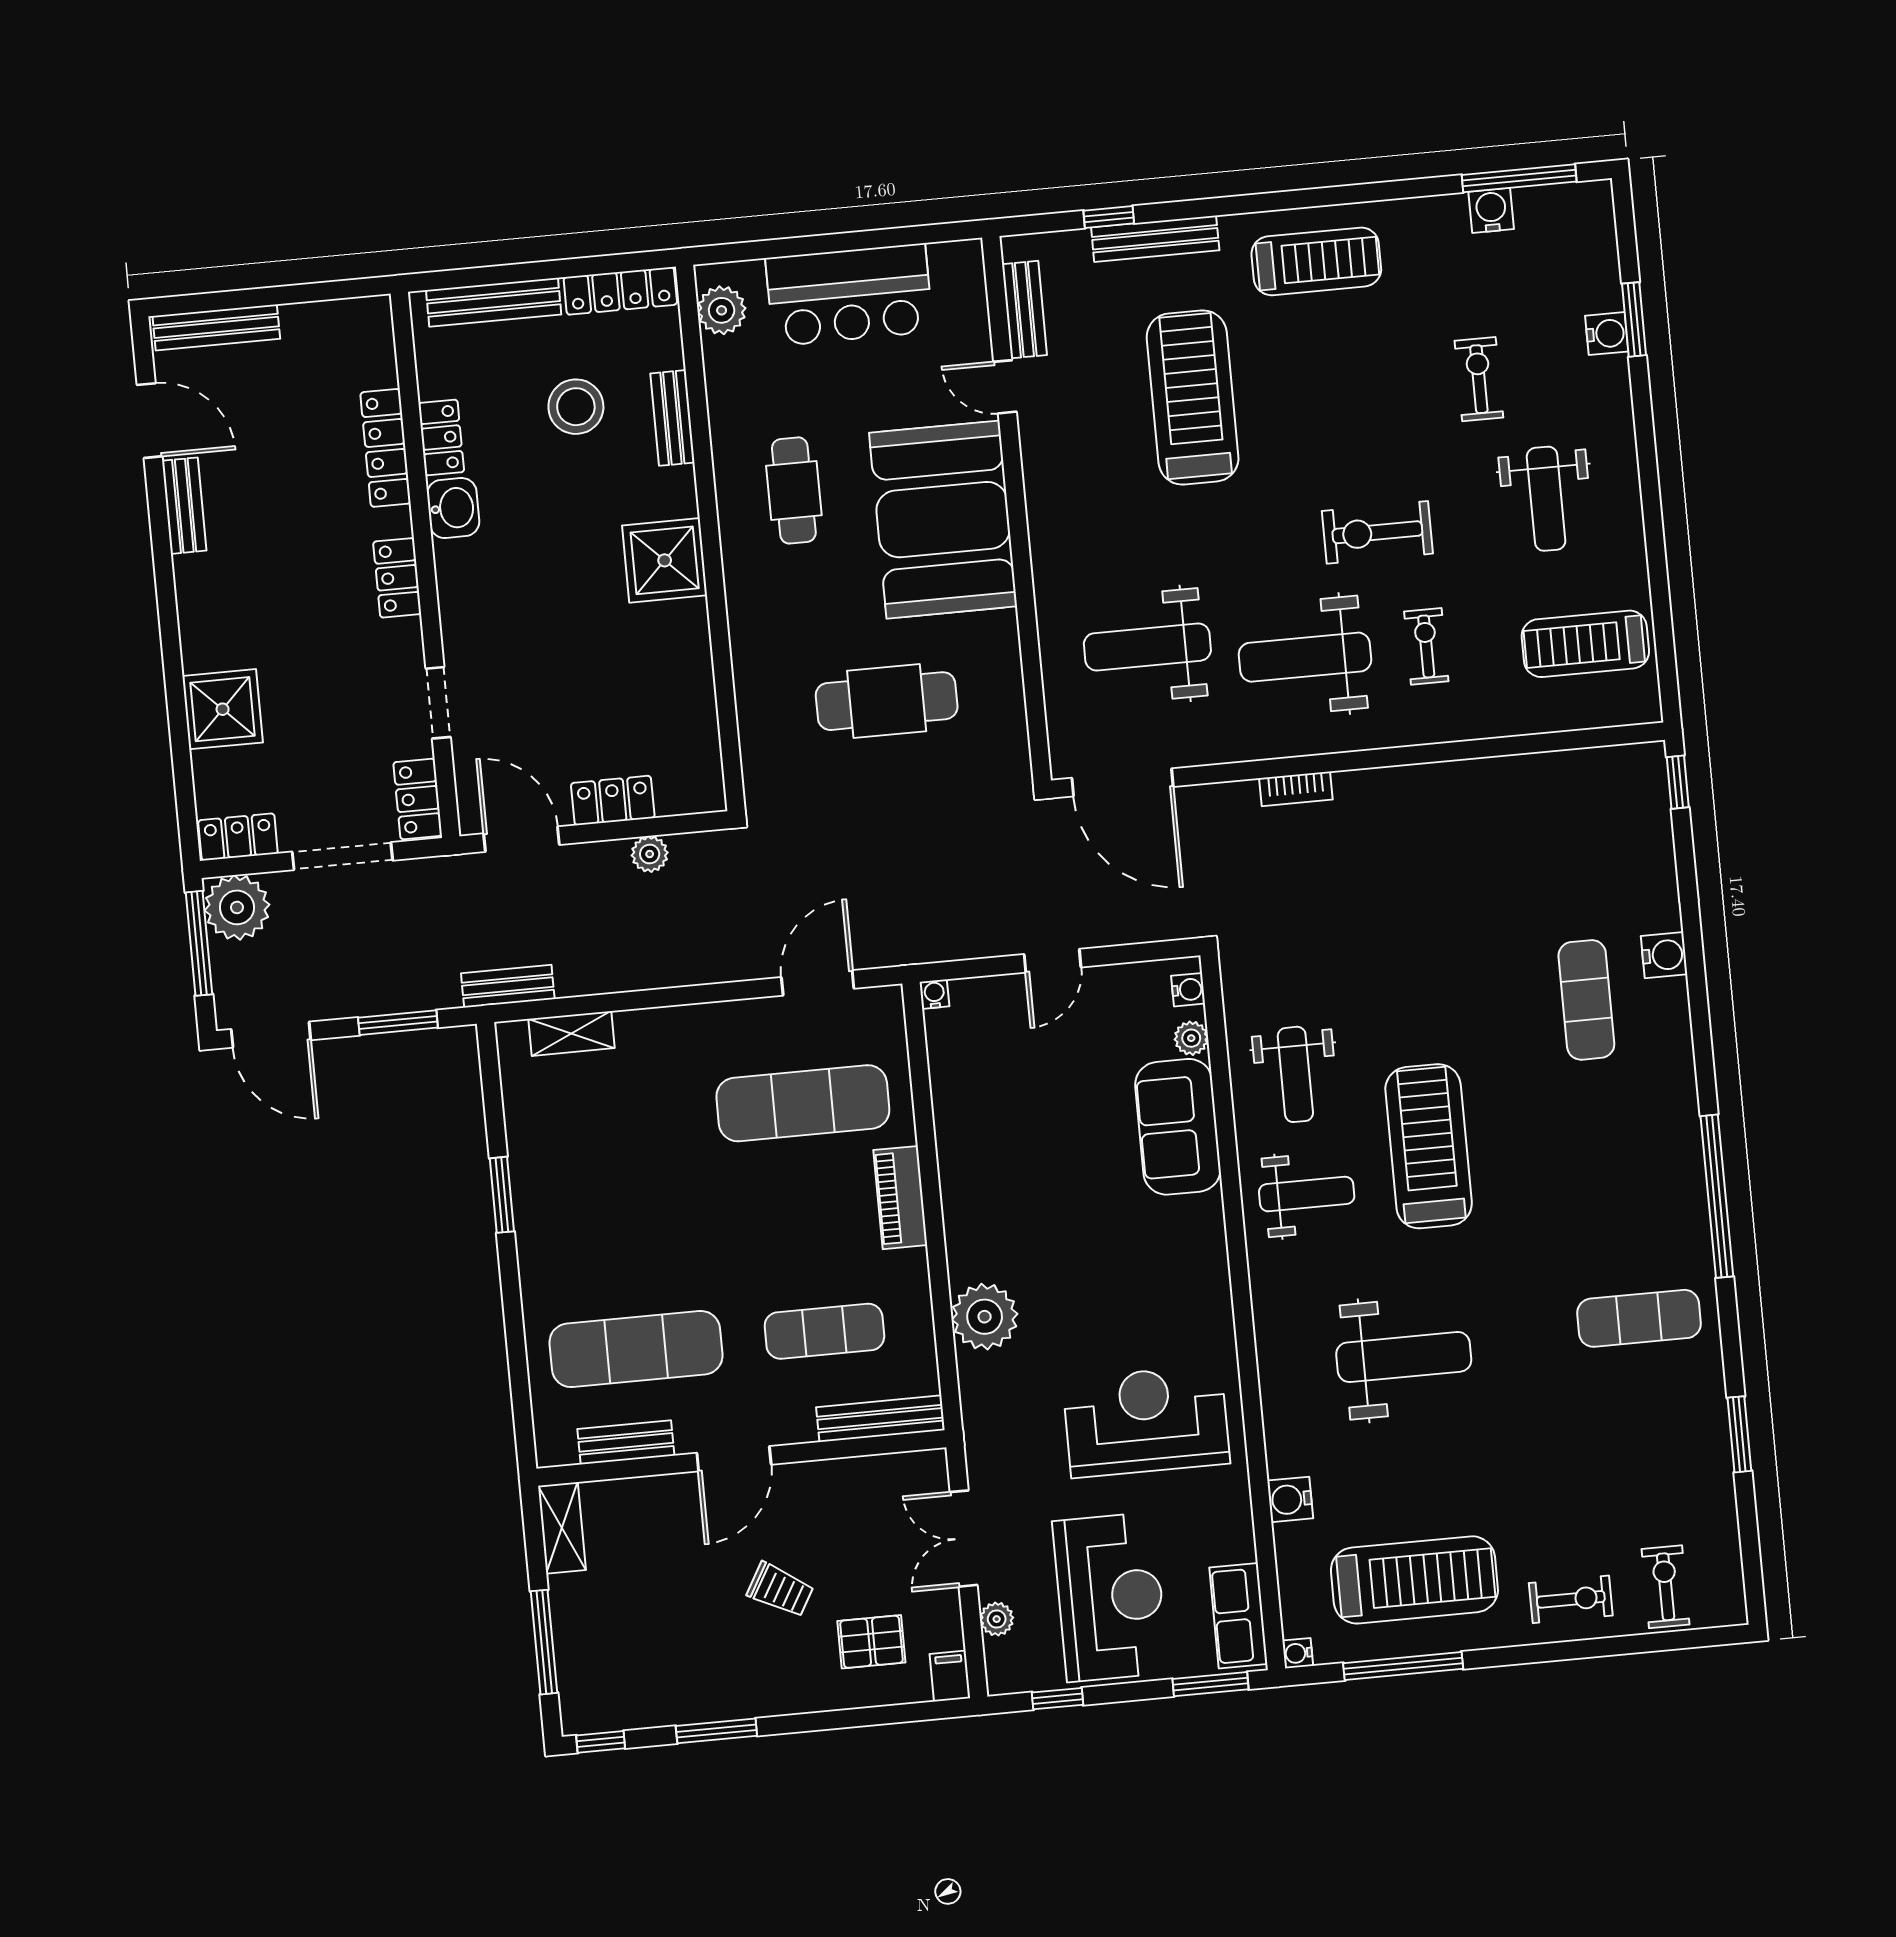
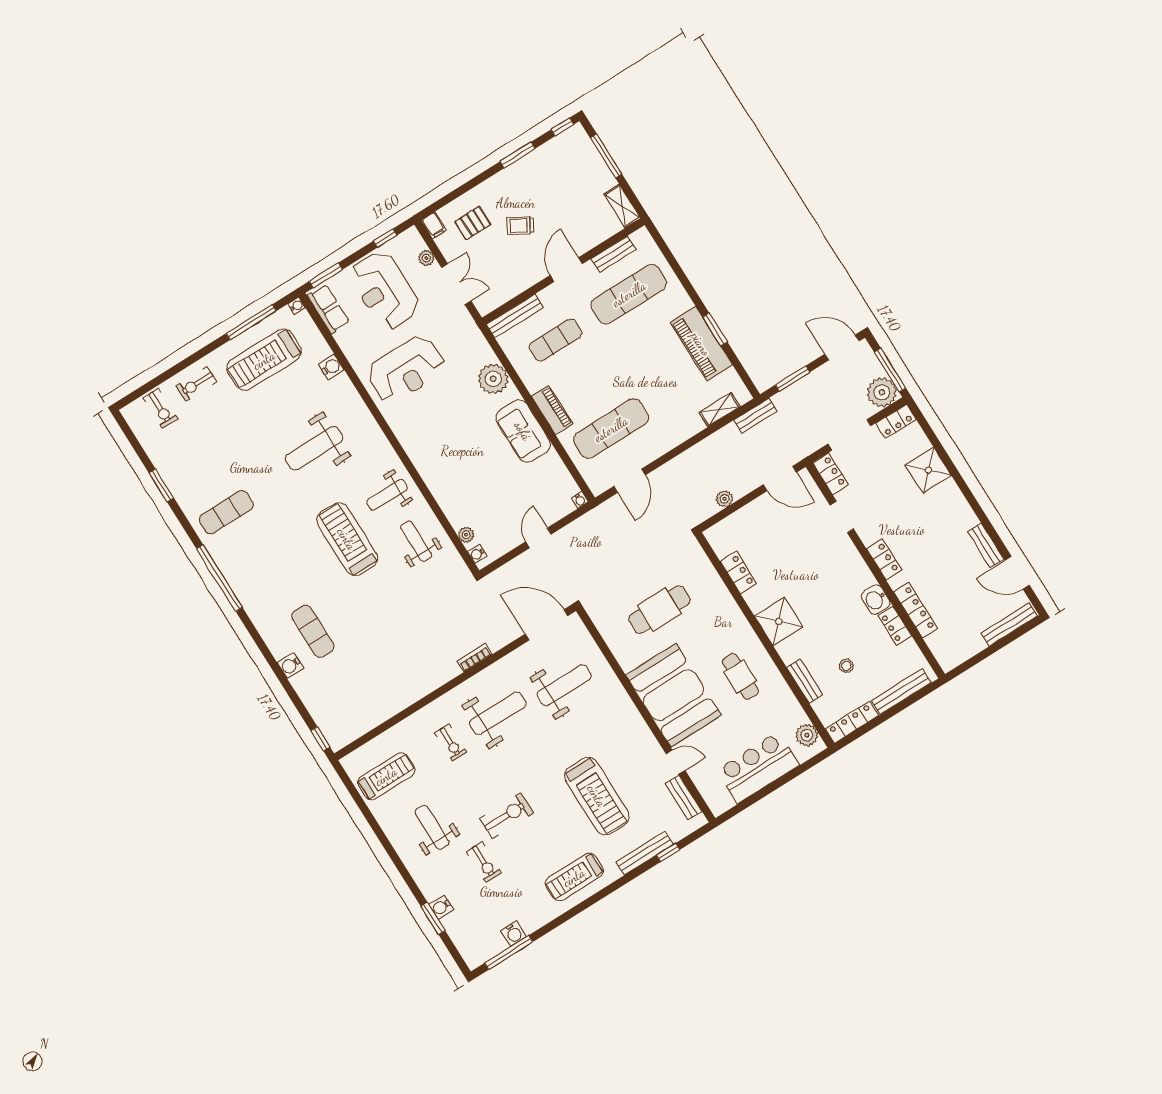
stool: (576, 407) -> (846, 666), width x0.53, depth x0.53
exercise bike: (1377, 532) -> (507, 816), moved
locker: (613, 800) -> (738, 572), moved, turned -90
sofa: (1178, 1127) -> (523, 431), moved, turned 180
treadmill: (1429, 1146) -> (347, 539), turned 180
piano: (542, 1181) -> (701, 344), added

